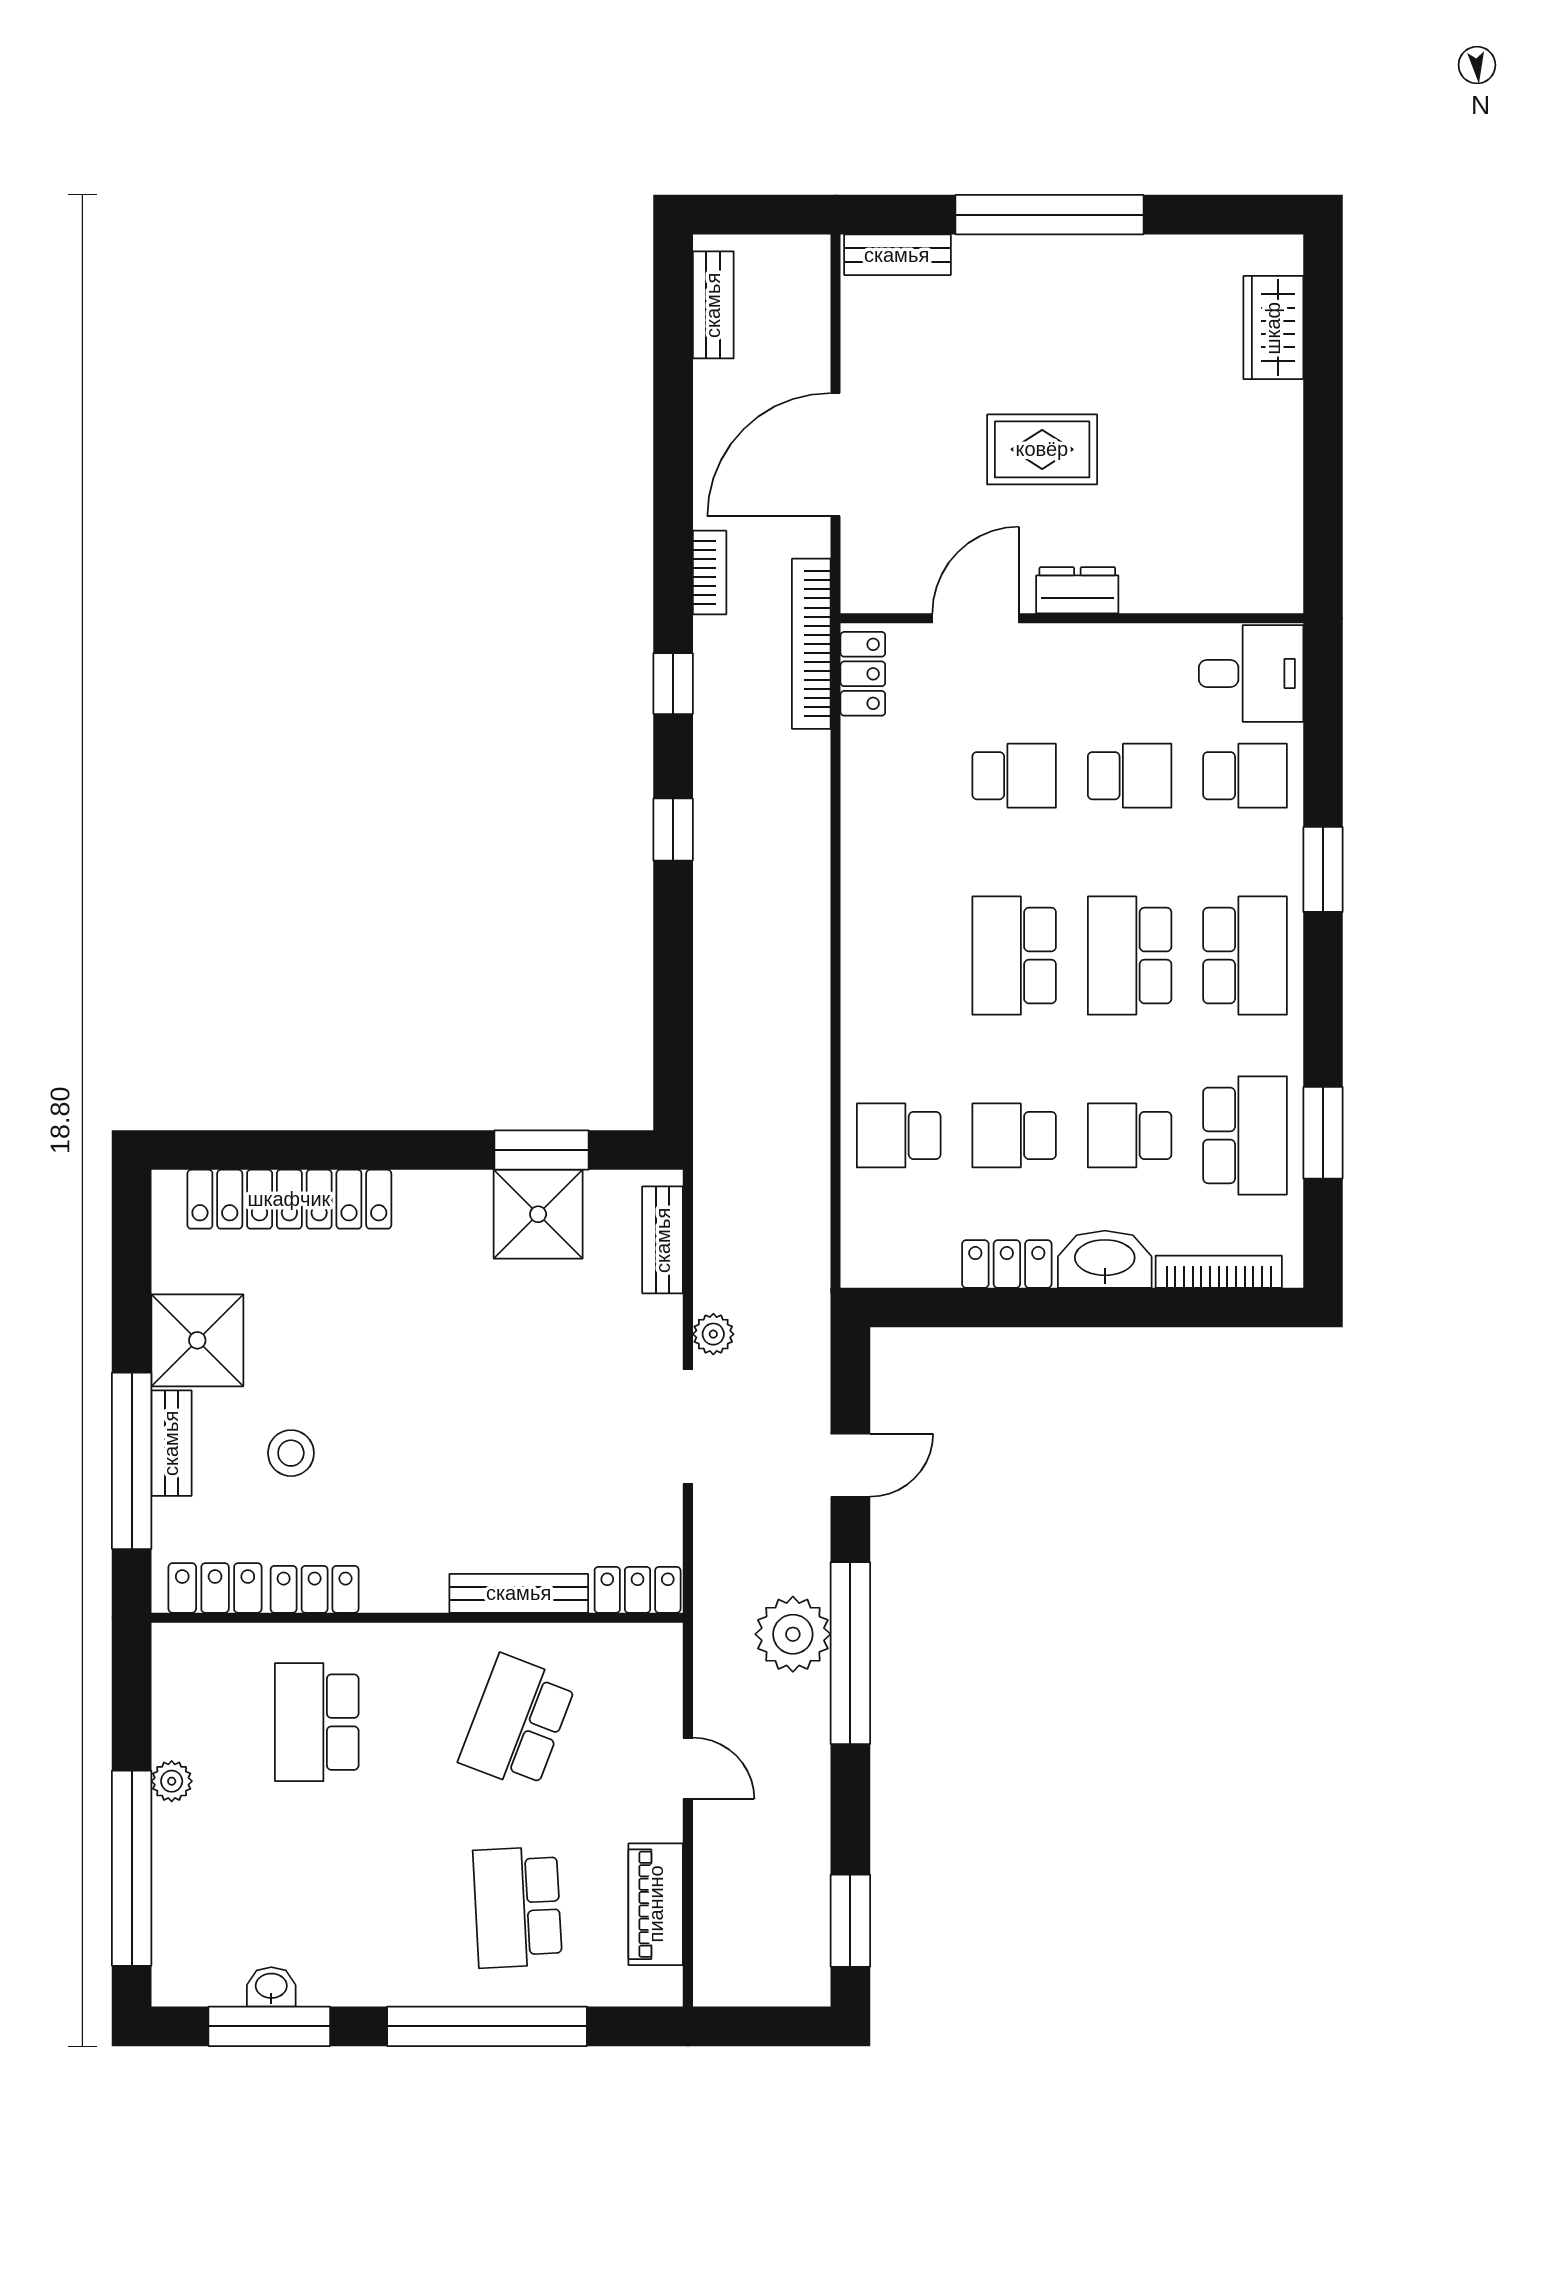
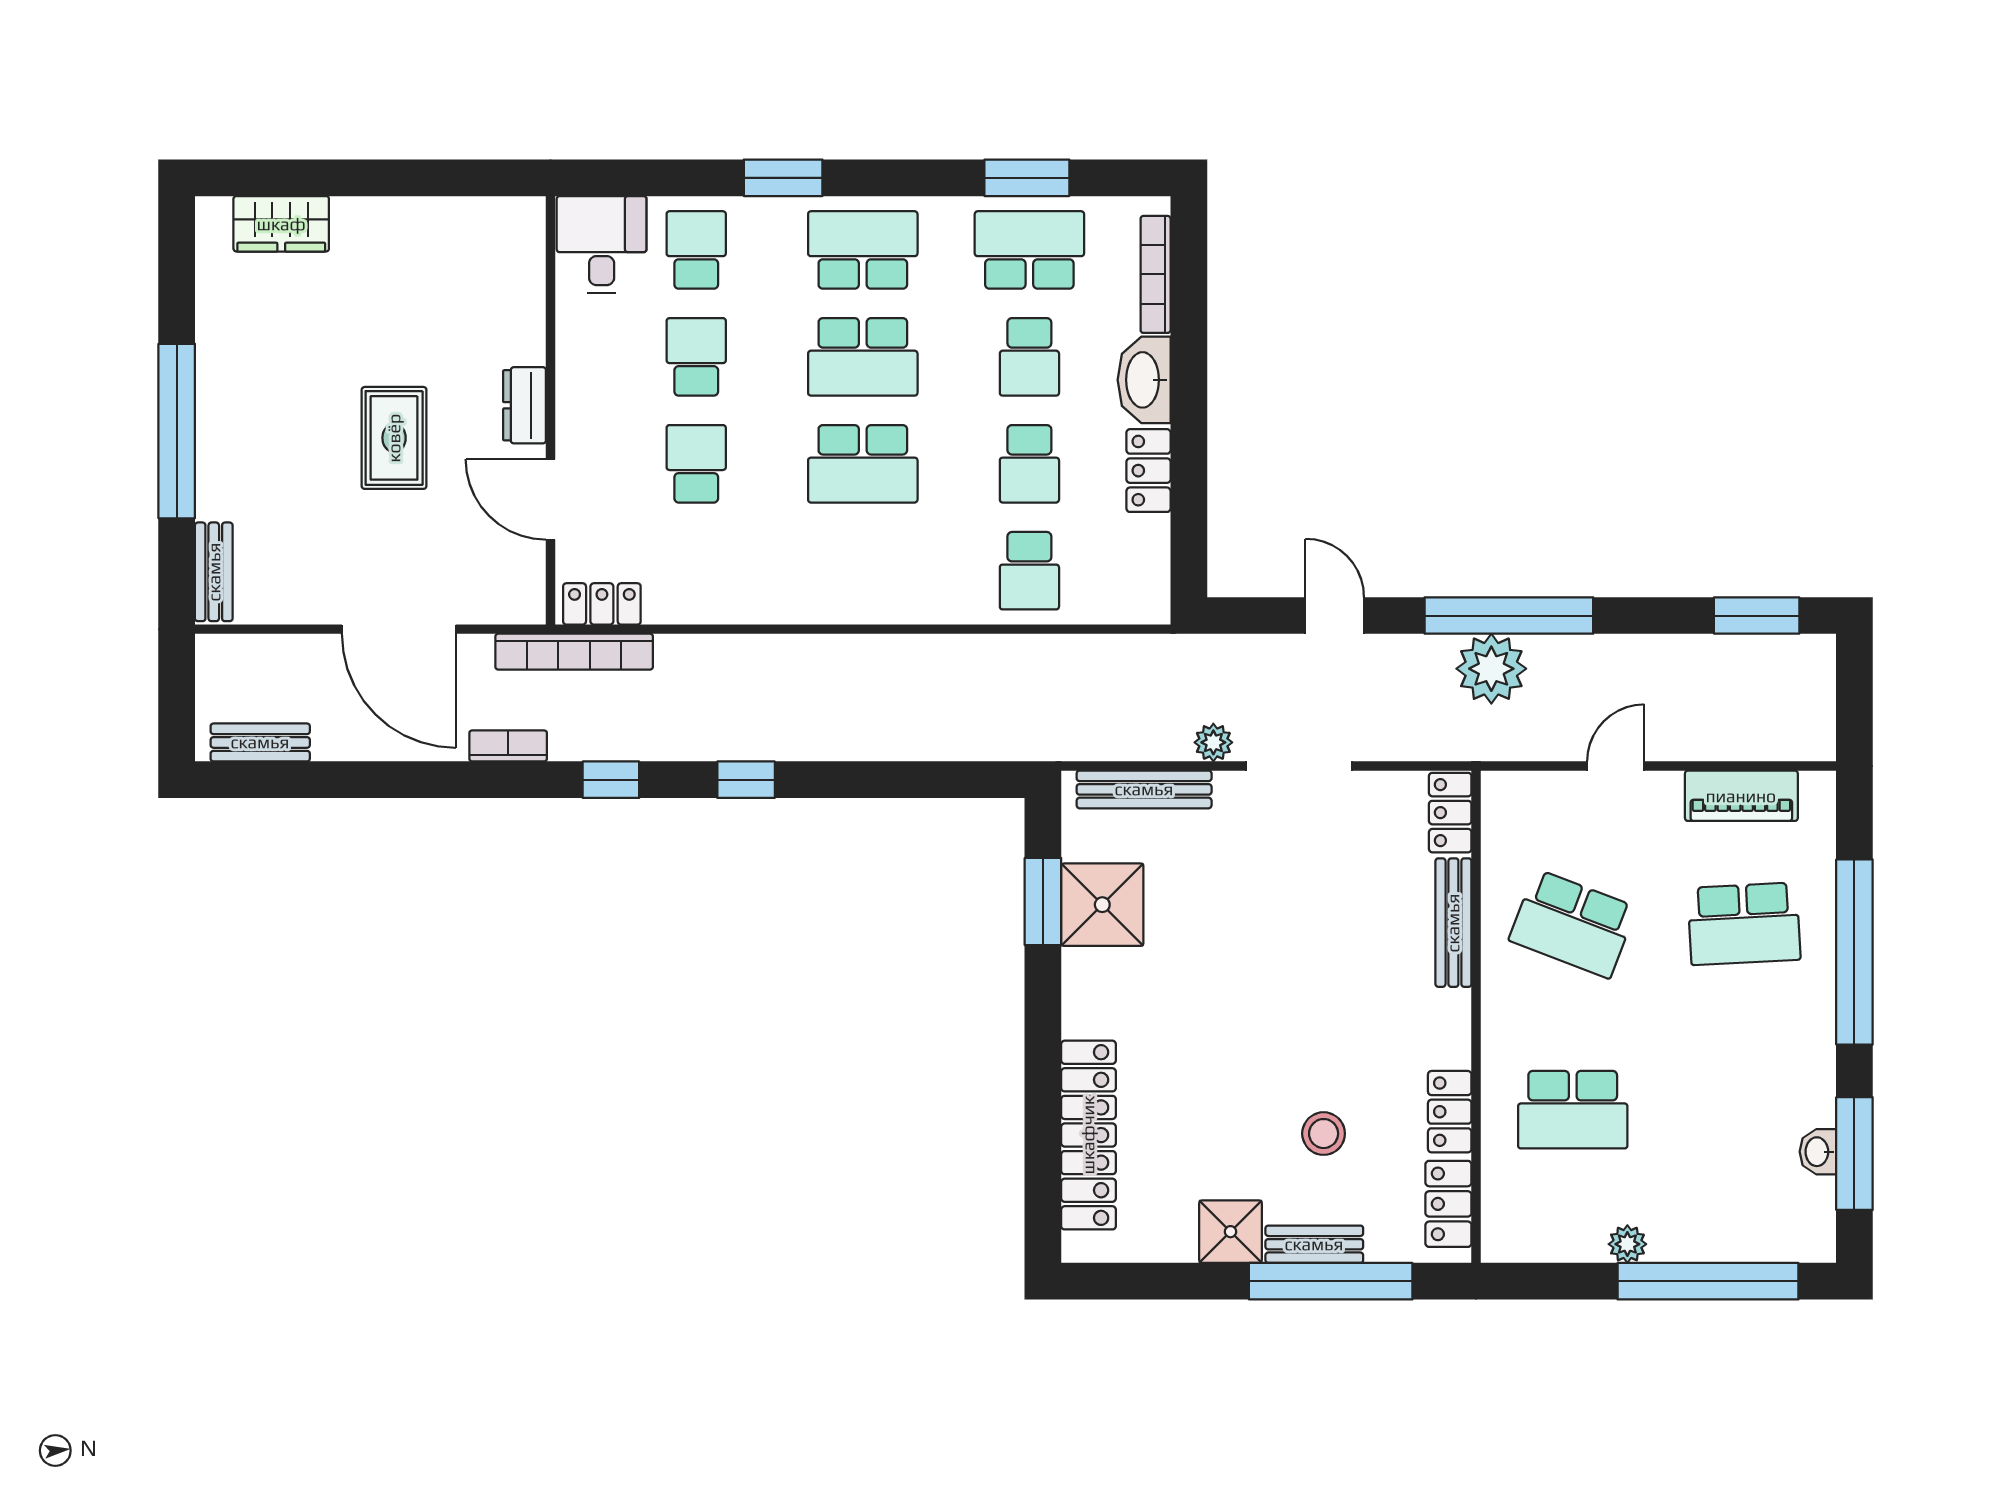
bench: (663, 1240) -> (1144, 789), width x1.36
shower: (197, 1340) -> (1231, 1232), width x0.73, depth x0.73

